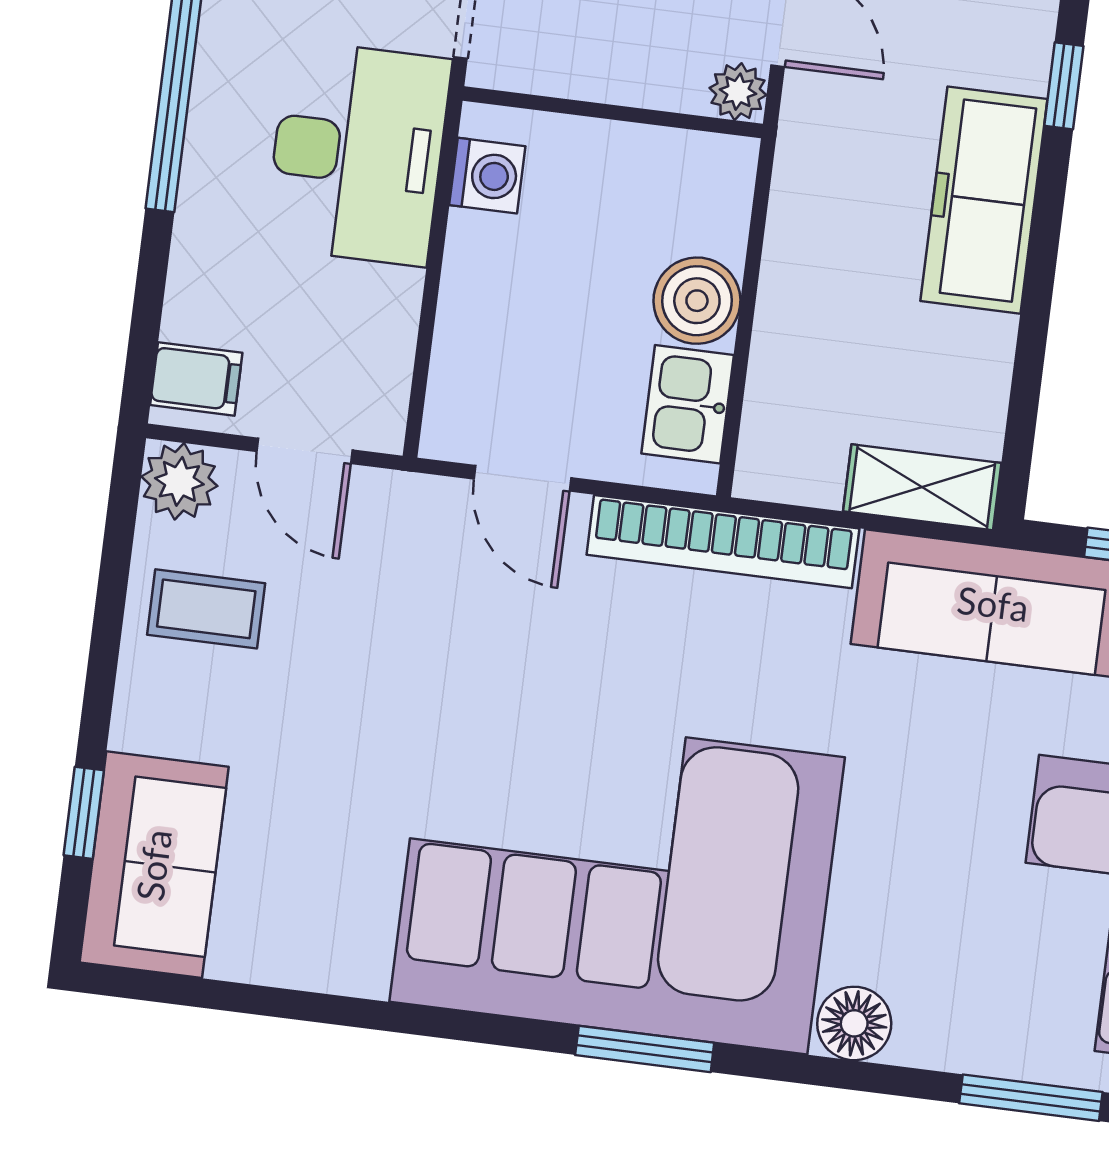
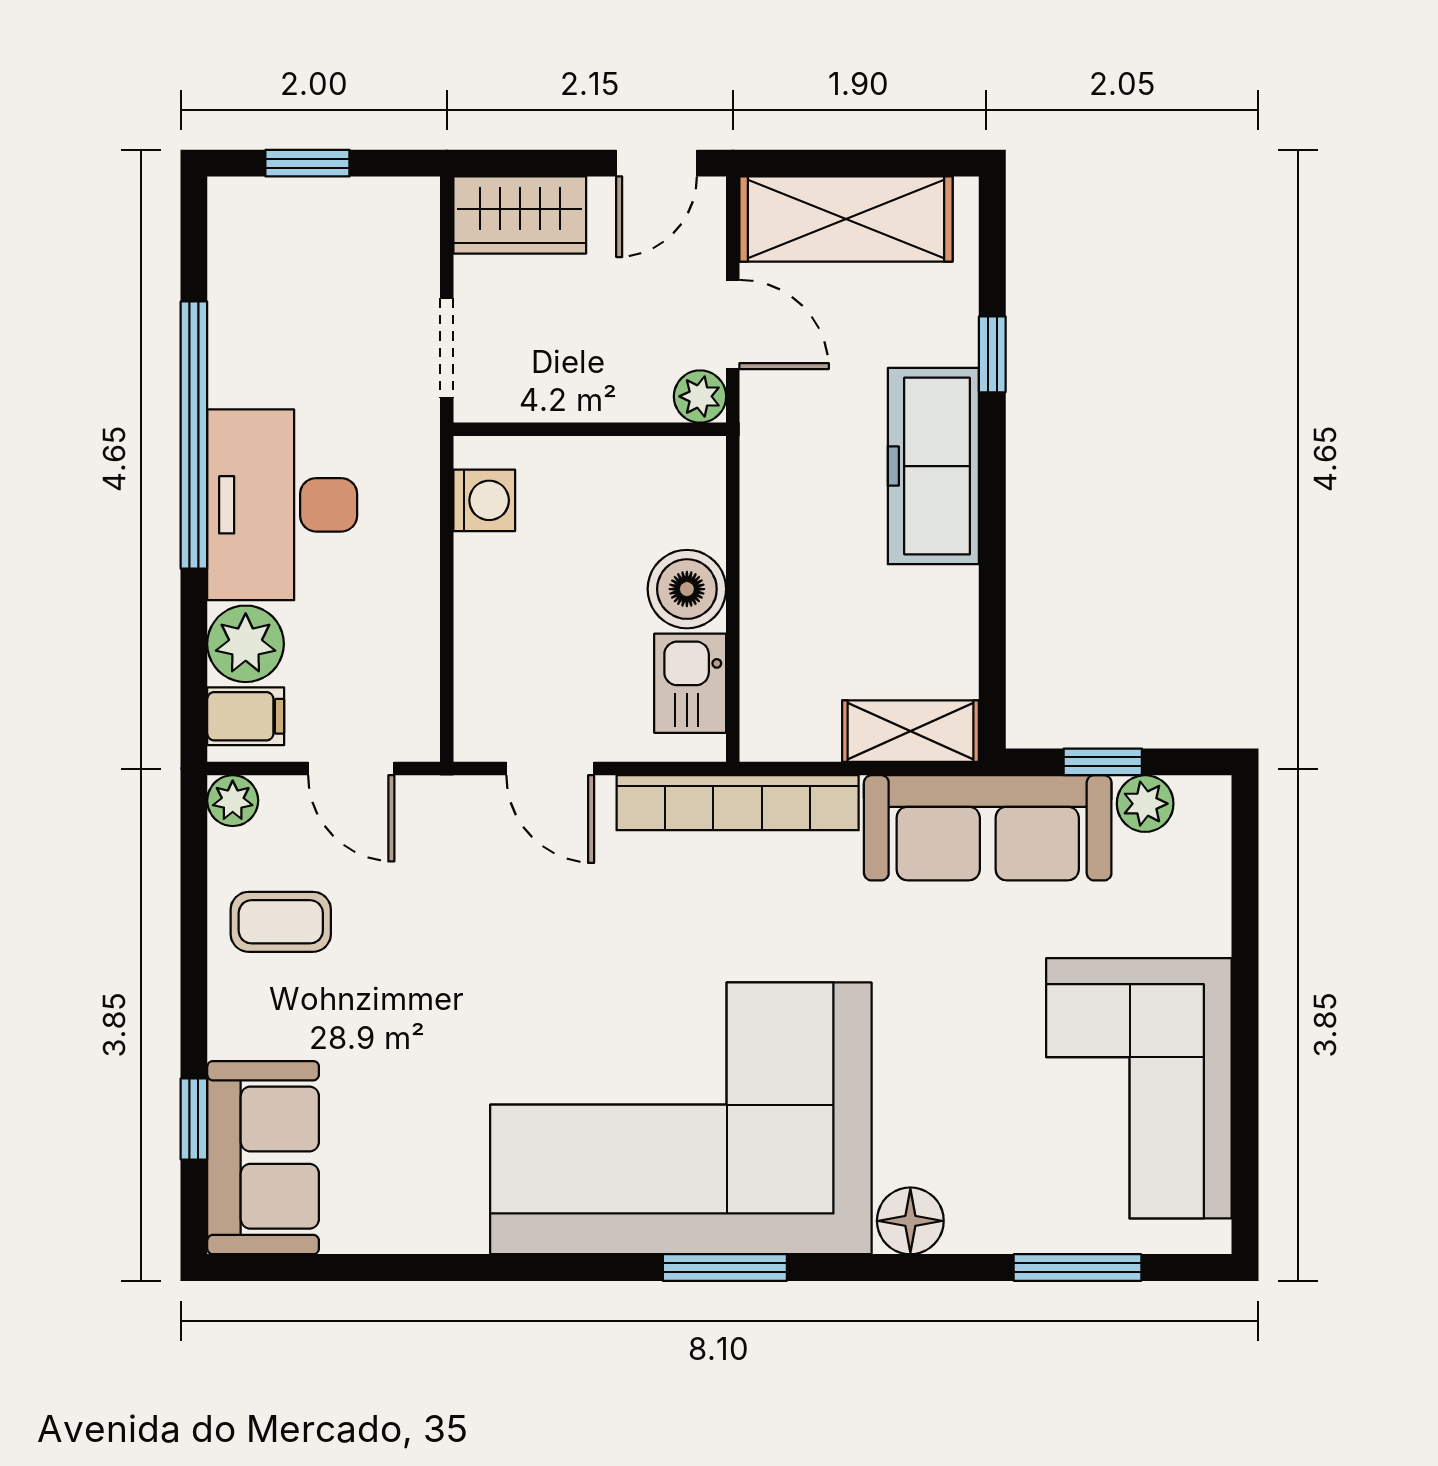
desk: (358, 153) -> (282, 505), moved, turned 180
plant: (206, 300) -> (246, 644), added
plant: (179, 481) -> (233, 801), width x0.73, depth x0.73

